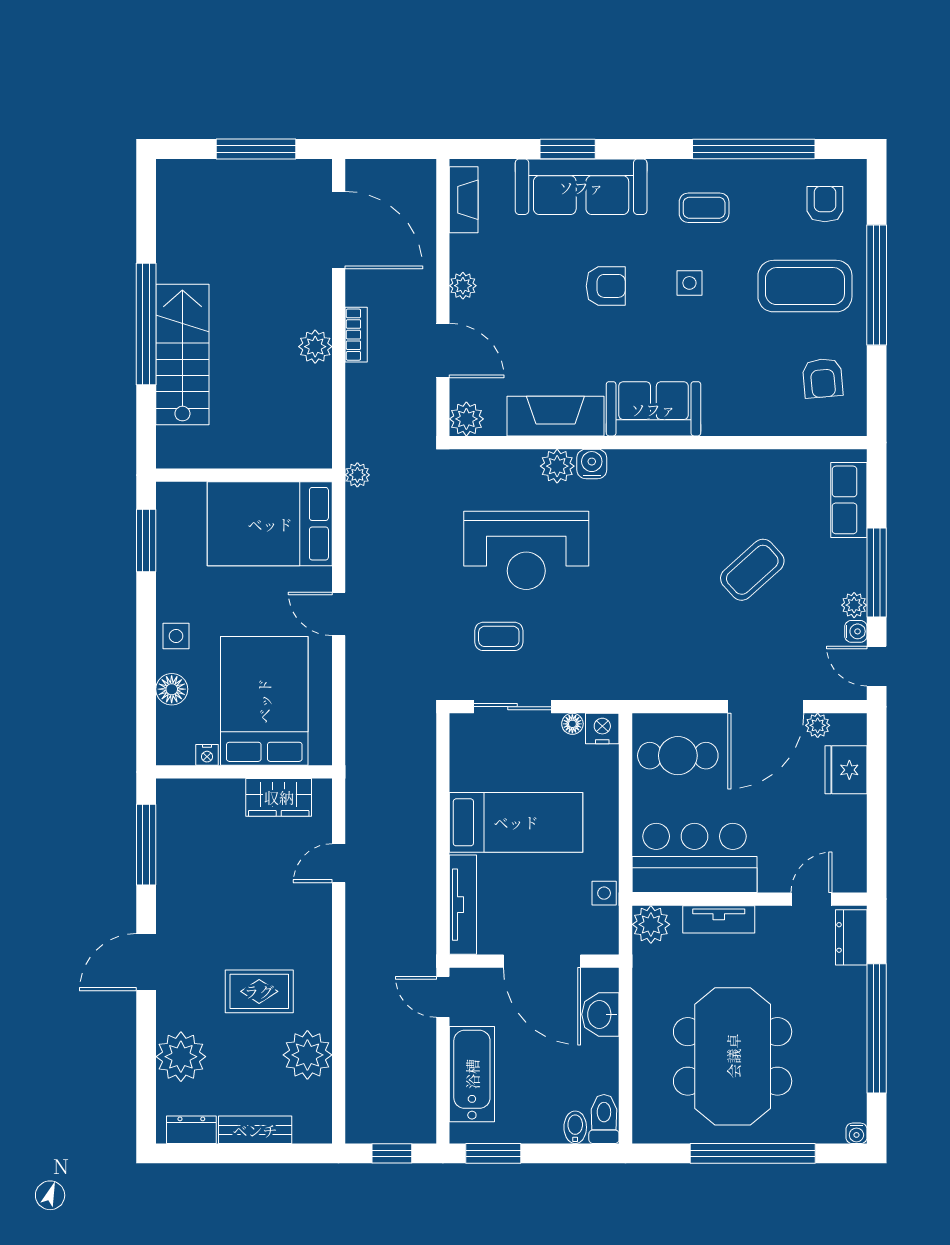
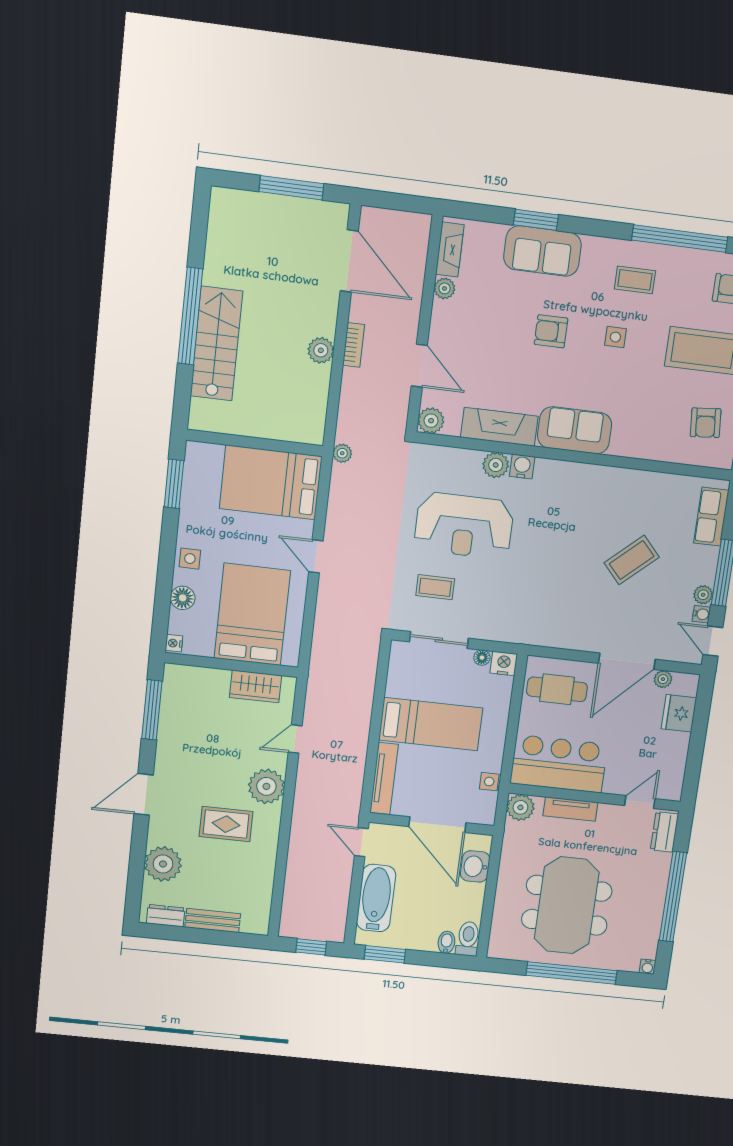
sofa: (581, 187) -> (542, 251), width x0.73
plant: (463, 286) -> (445, 288), moved
armchair: (606, 286) -> (551, 331), turned 180
nightstand: (207, 755) -> (174, 643), moved, turned 90
plant: (307, 1055) -> (266, 786), moved

